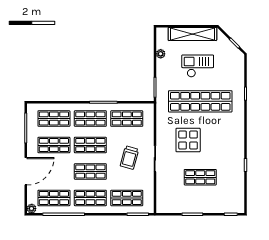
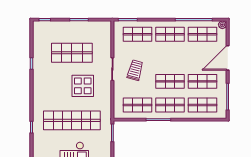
shop shelf: (90, 171) -> (170, 58), removed
shop shelf: (200, 177) -> (72, 53), width x1.43, depth x1.36

